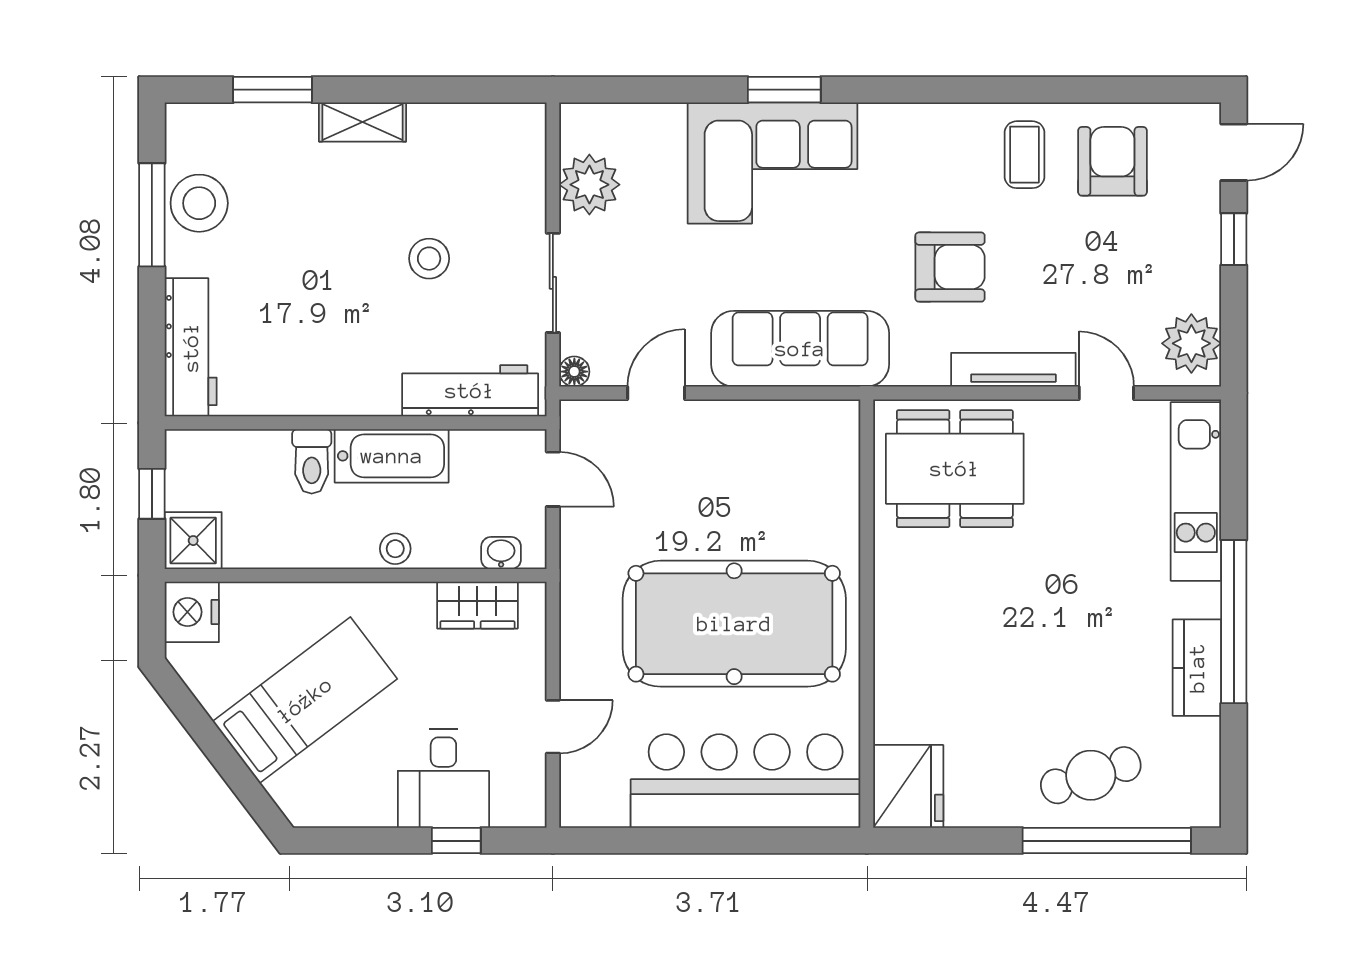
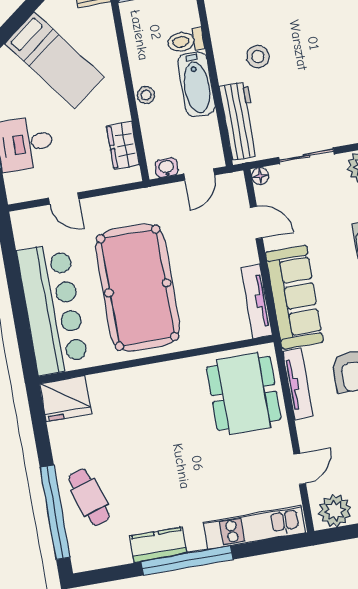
stool: (429, 259) -> (258, 57), moved
tv unit: (1013, 370) -> (298, 384), moved
tv unit: (796, 417) -> (257, 301), added
washbasin: (501, 553) -> (166, 168), moved, turned -90

